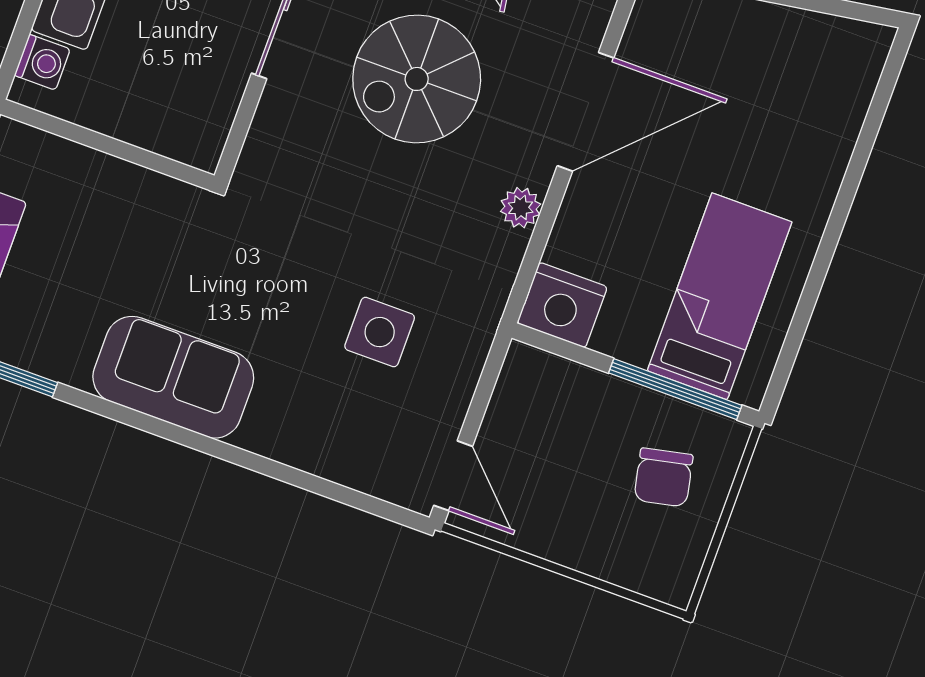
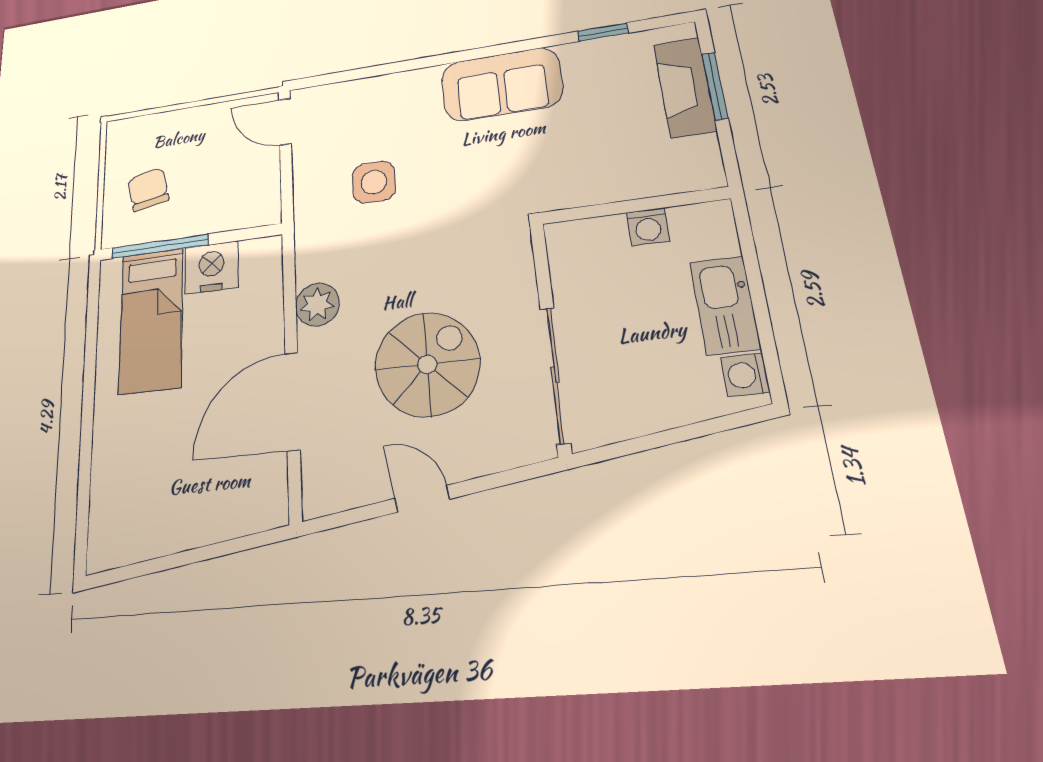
washing machine: (42, 62) -> (648, 227), moved, turned -90
plant: (521, 208) -> (317, 304), width x1.38, depth x1.38
nightstand: (562, 305) -> (211, 267), moved

